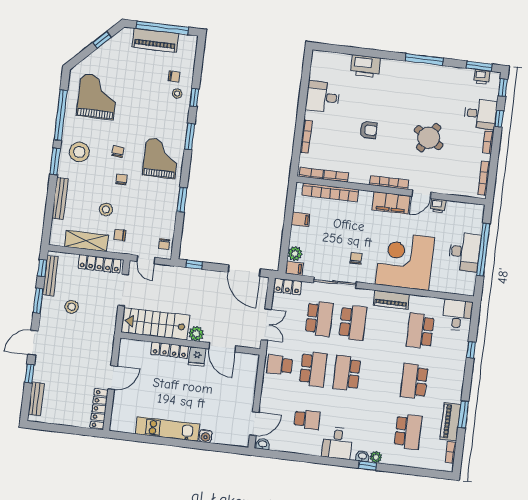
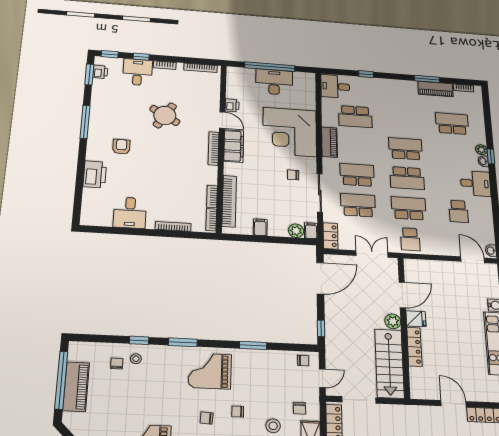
armchair: (368, 130) -> (121, 147), moved
school desk: (414, 381) -> (405, 149), moved, turned 180
school desk: (307, 419) -> (459, 211), turned 180

